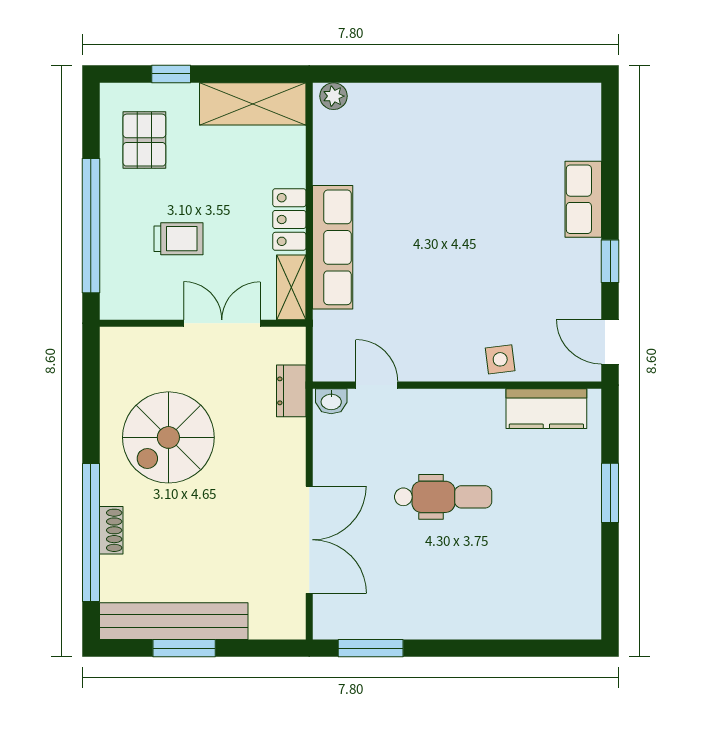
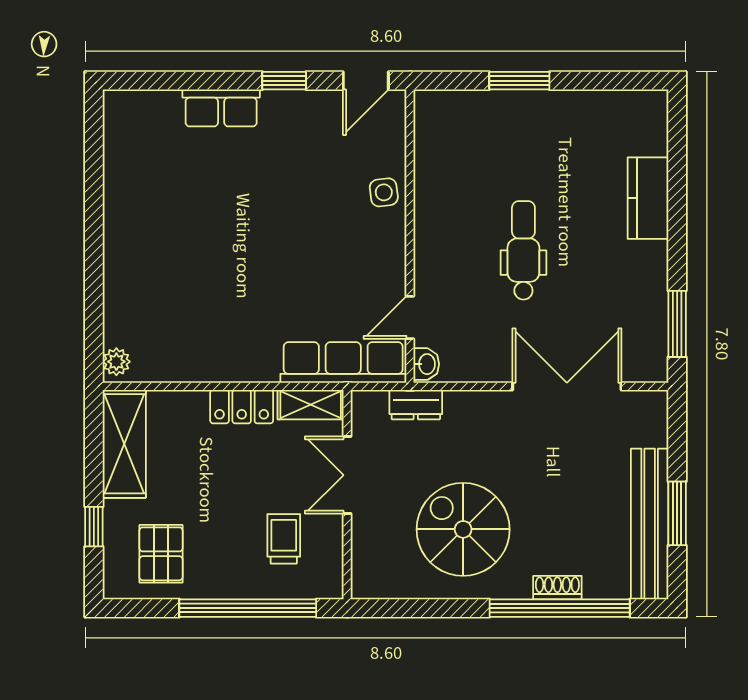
pallet: (144, 140) -> (161, 554), turned 90
trolley: (178, 239) -> (284, 539), moved
row of seats: (333, 247) -> (343, 362), moved
kitchen counter: (546, 409) -> (648, 198), moved, turned 180
spiral stairs: (168, 437) -> (463, 529), turned 180

